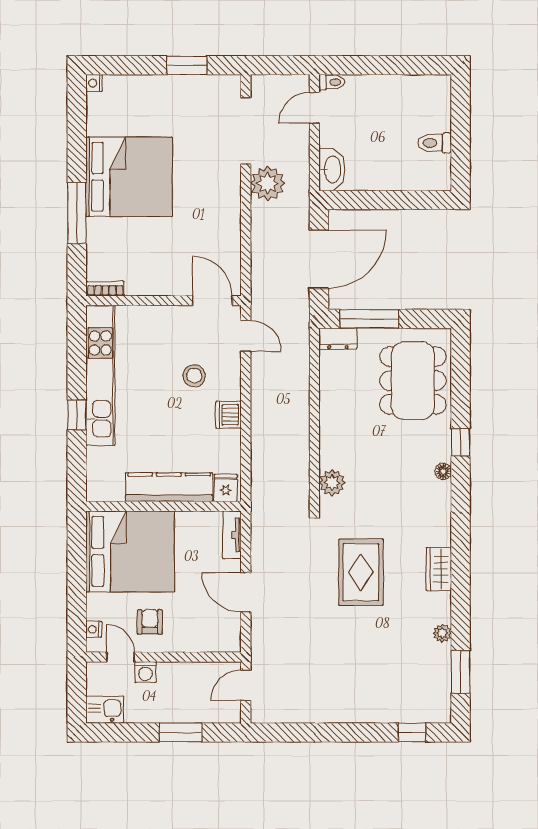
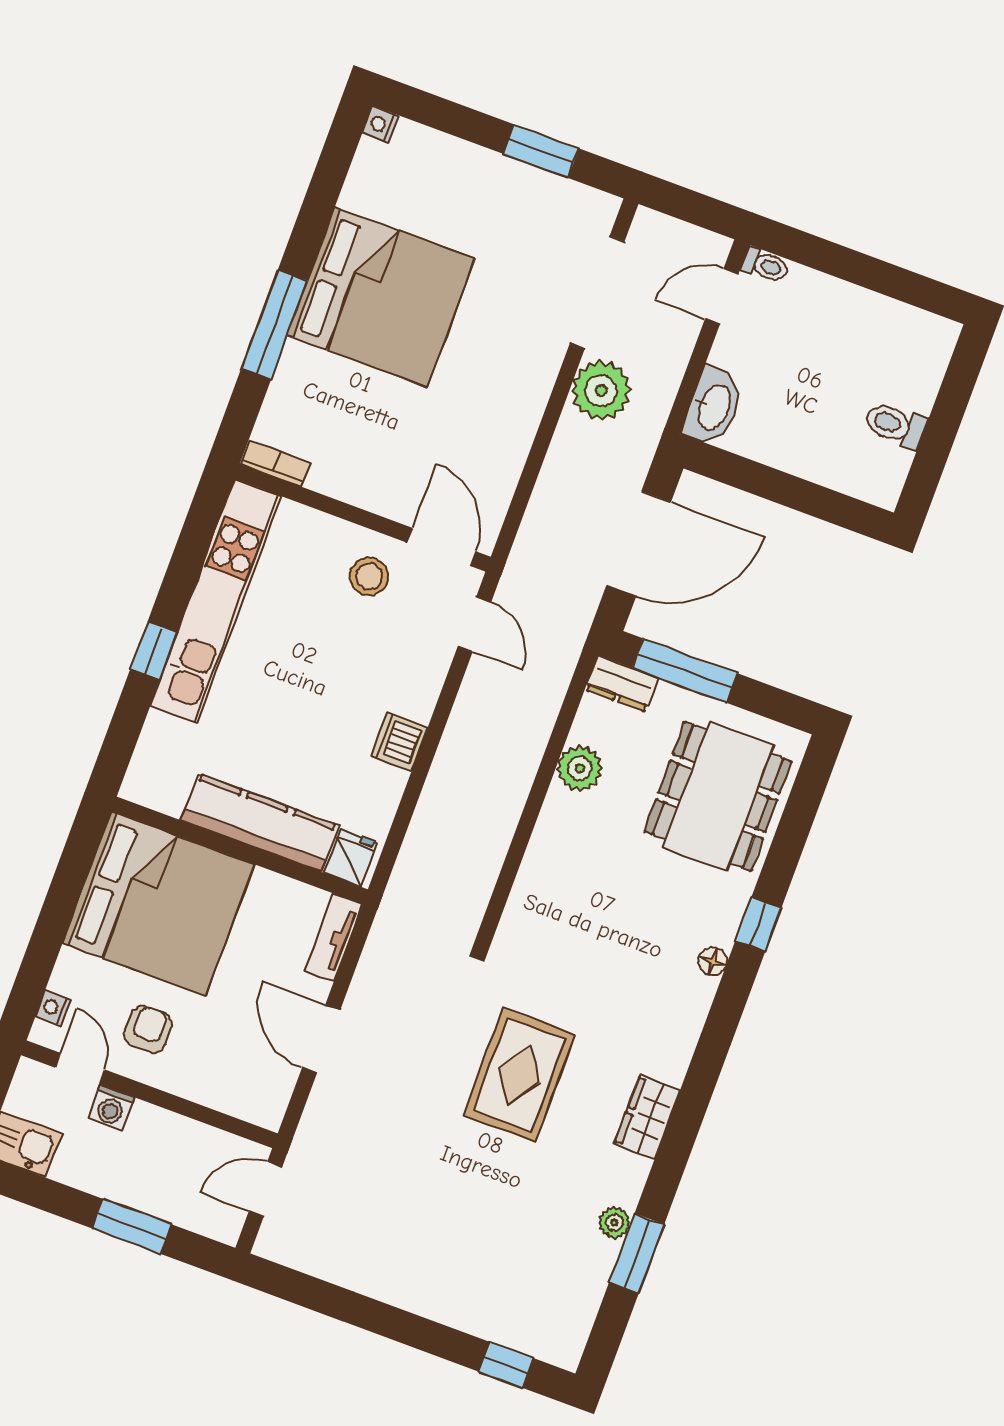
stool: (194, 376) -> (369, 576), moved
plant: (332, 483) -> (580, 768), moved
window: (461, 672) -> (637, 1253), moved

